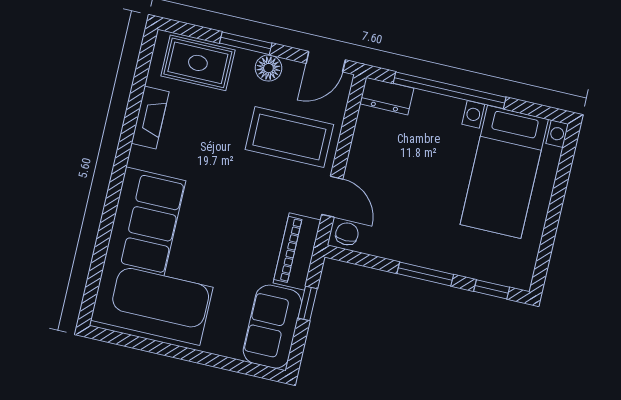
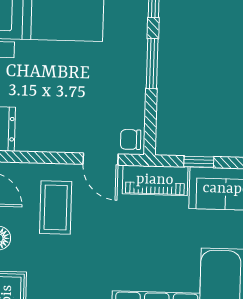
coffee table: (289, 137) -> (56, 207), width x0.73, depth x0.76
door: (332, 197) -> (101, 159), swing flipped

